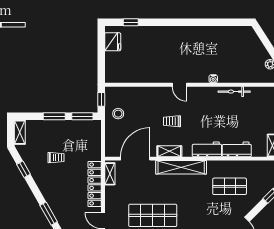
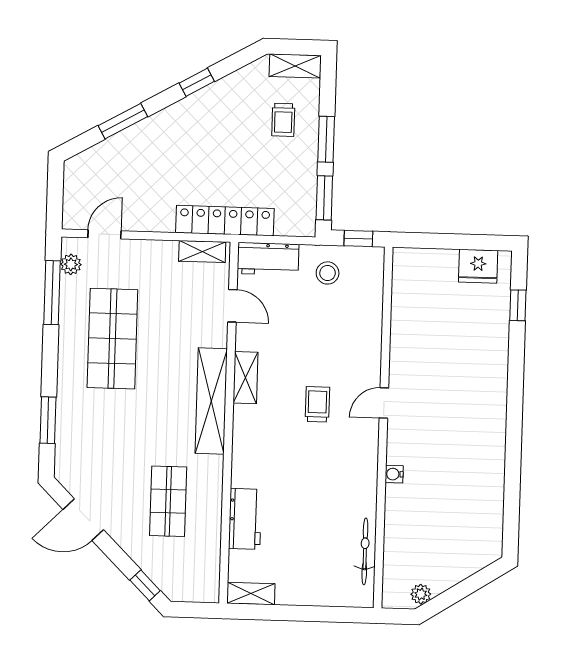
bicycle: (234, 92) -> (365, 551), moved
trolley: (172, 121) -> (317, 404), moved
workbench: (207, 149) -> (268, 259), moved, turned 90
trolley: (56, 158) -> (283, 120), moved
door: (135, 159) -> (232, 306), width x0.53
window: (23, 169) -> (197, 82), moved
locker: (95, 184) -> (225, 221), moved

